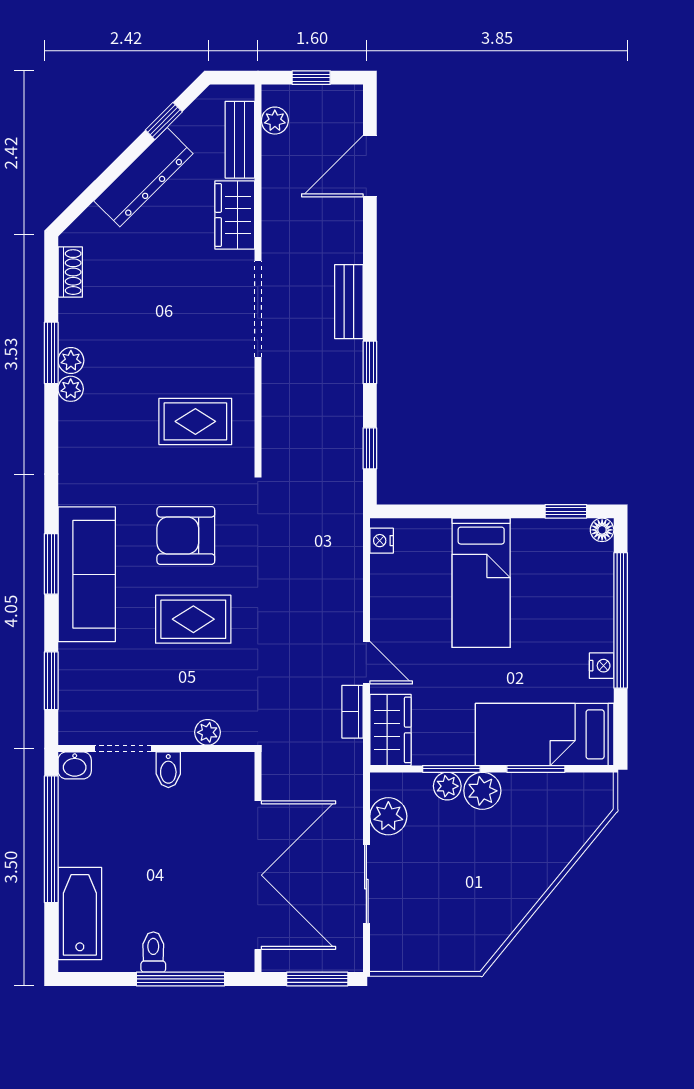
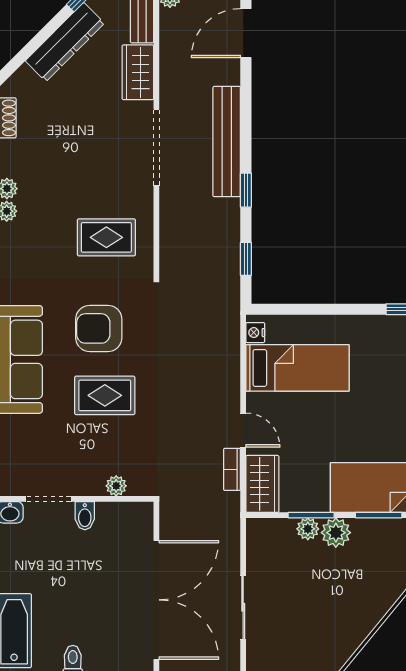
bench: (349, 302) -> (227, 142), width x1.86, depth x1.21
bed: (481, 583) -> (298, 368), moved, turned -90
plant: (388, 816) -> (261, 553), removed

